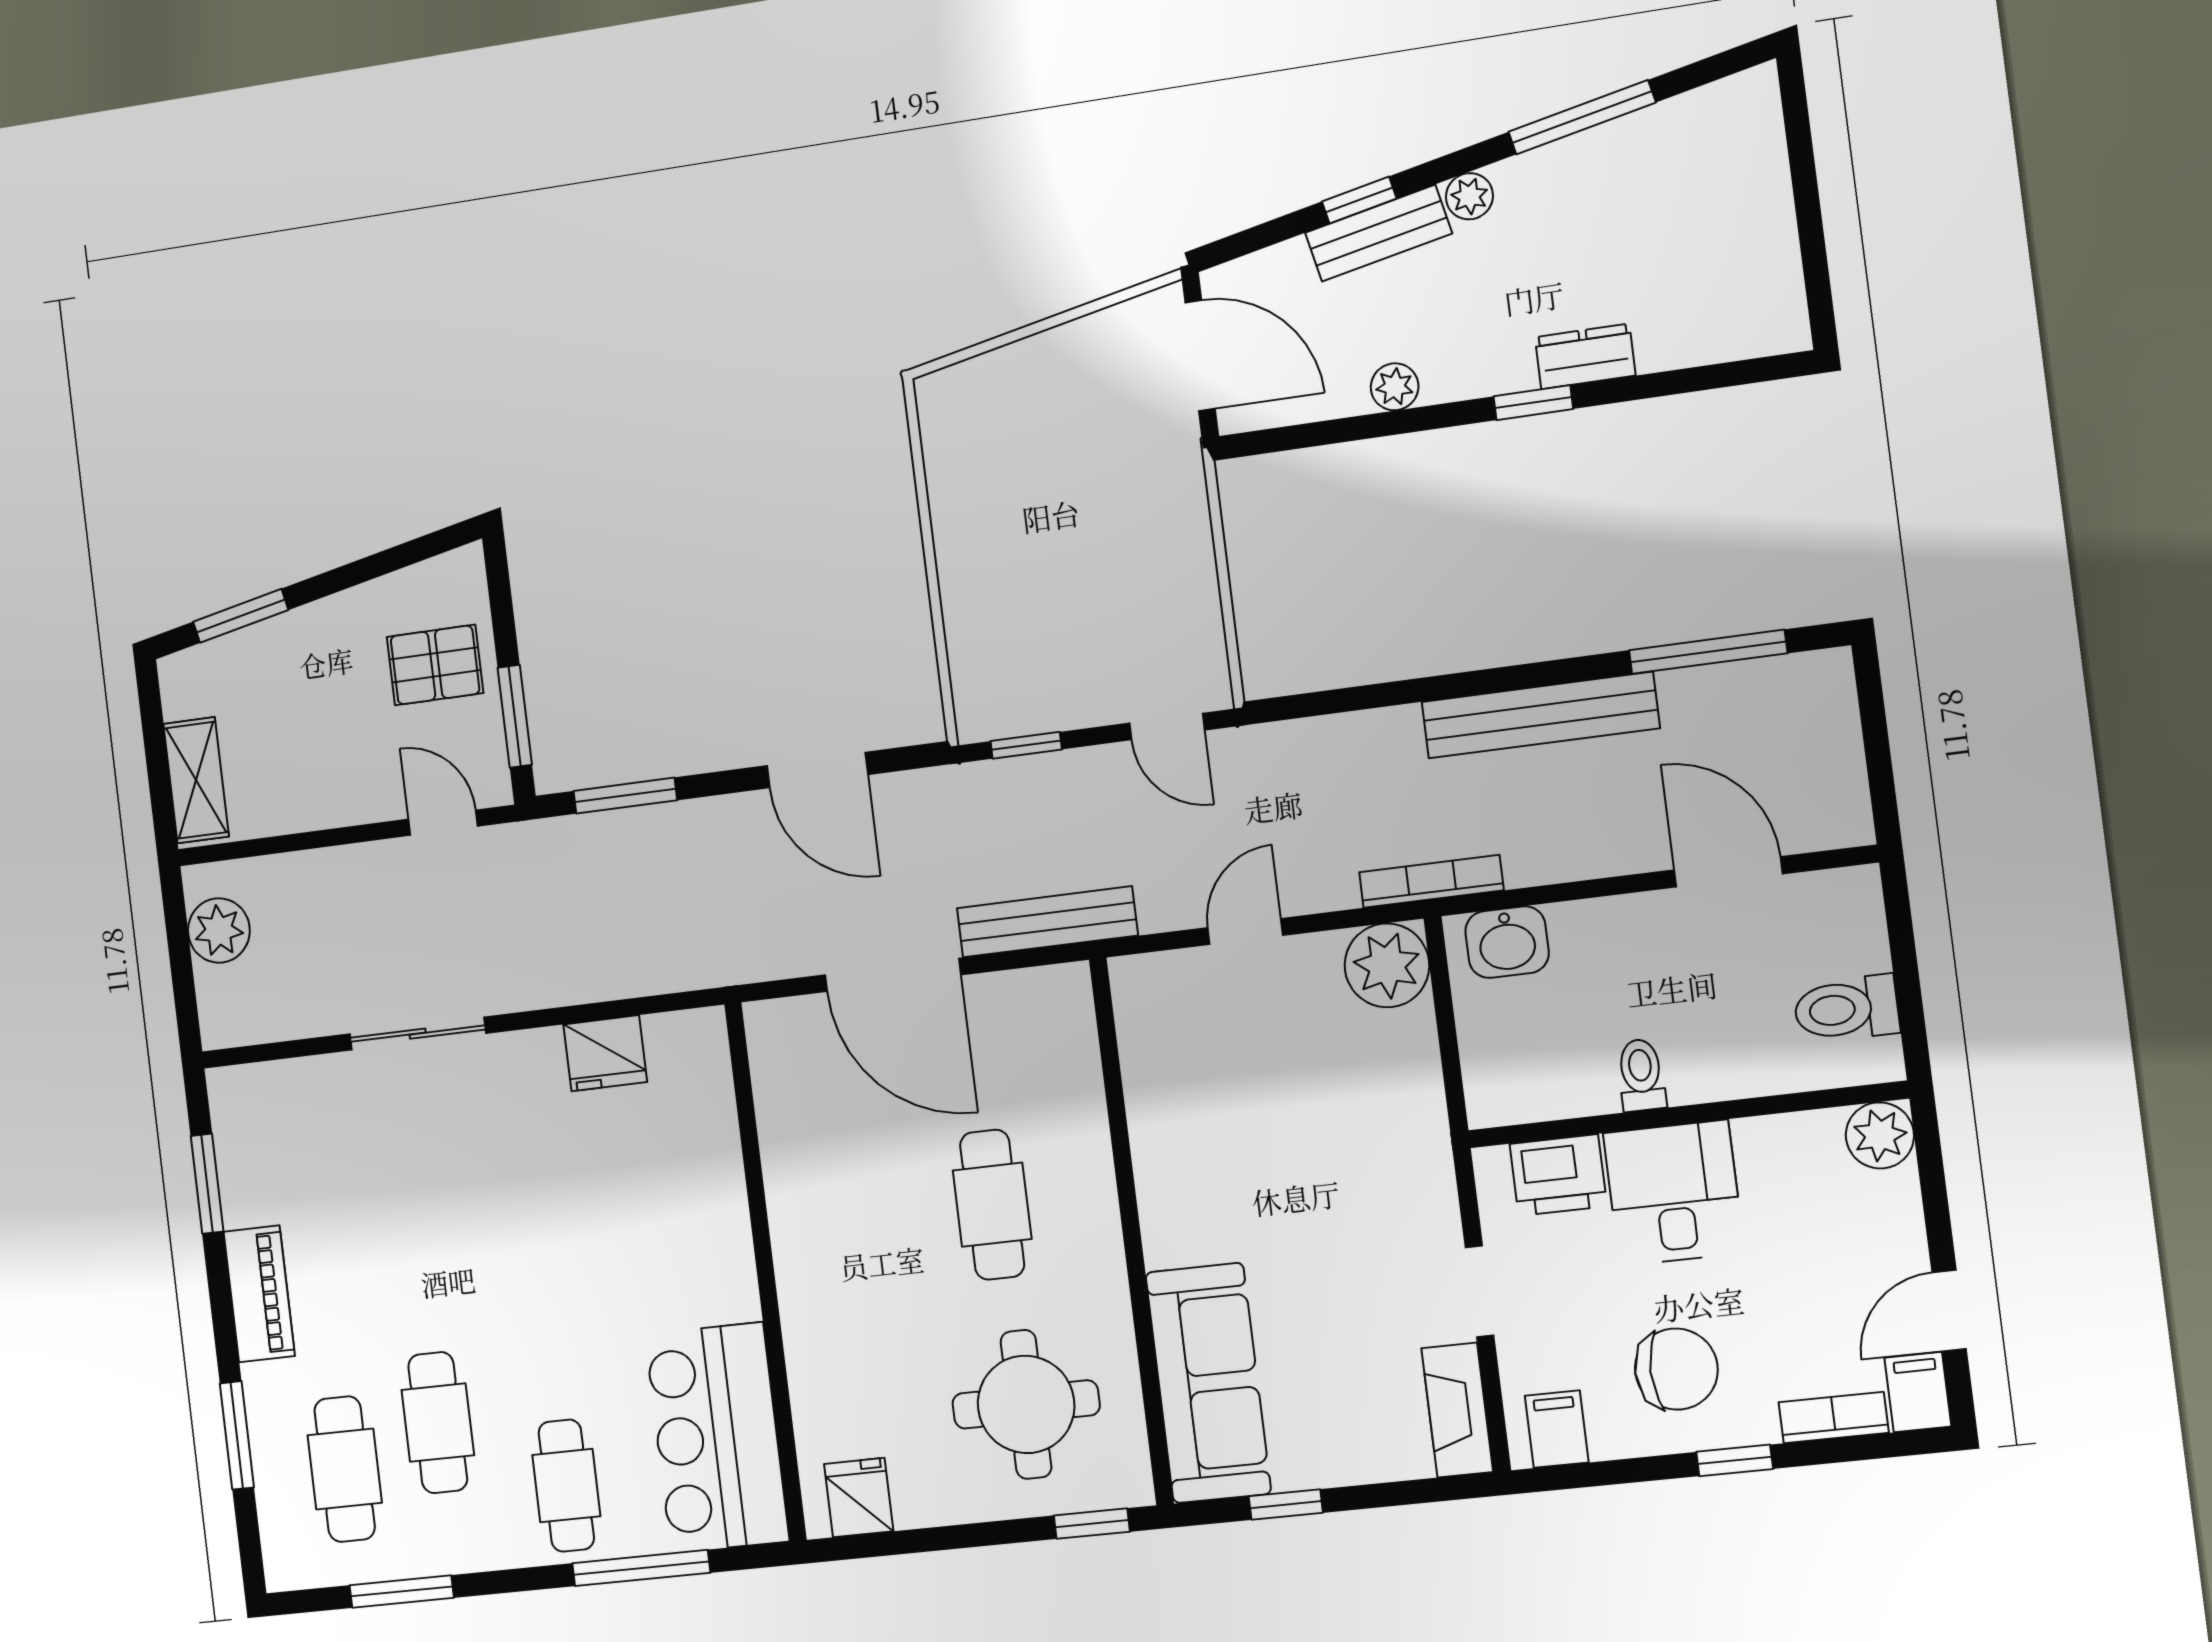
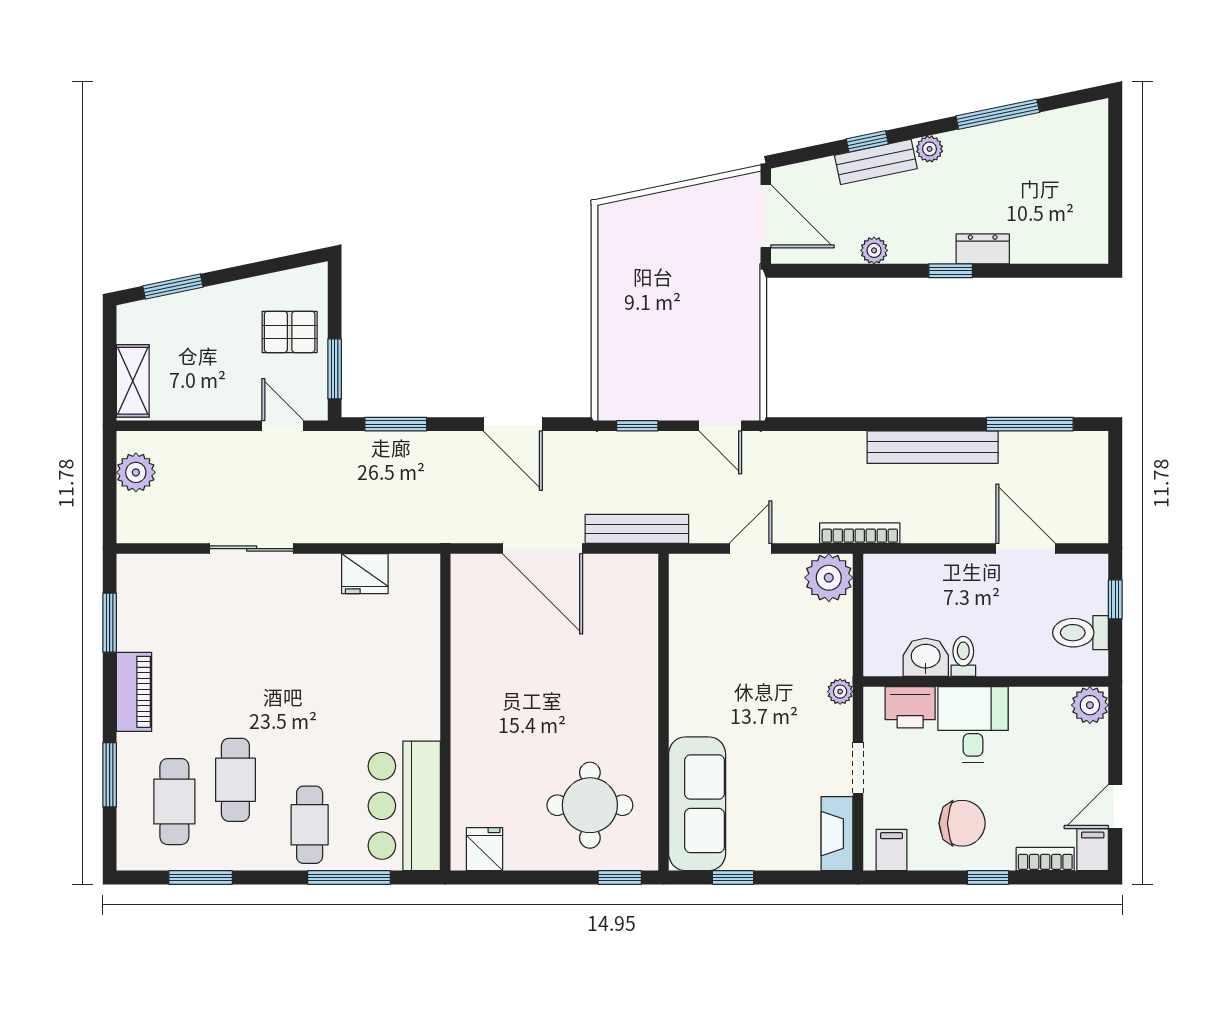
washbasin: (1507, 942) -> (926, 657), moved, turned 180
window: (1902, 942) -> (1115, 599), added
plant: (1432, 1161) -> (840, 692), added
cafe table: (992, 1205) -> (584, 688), removed

